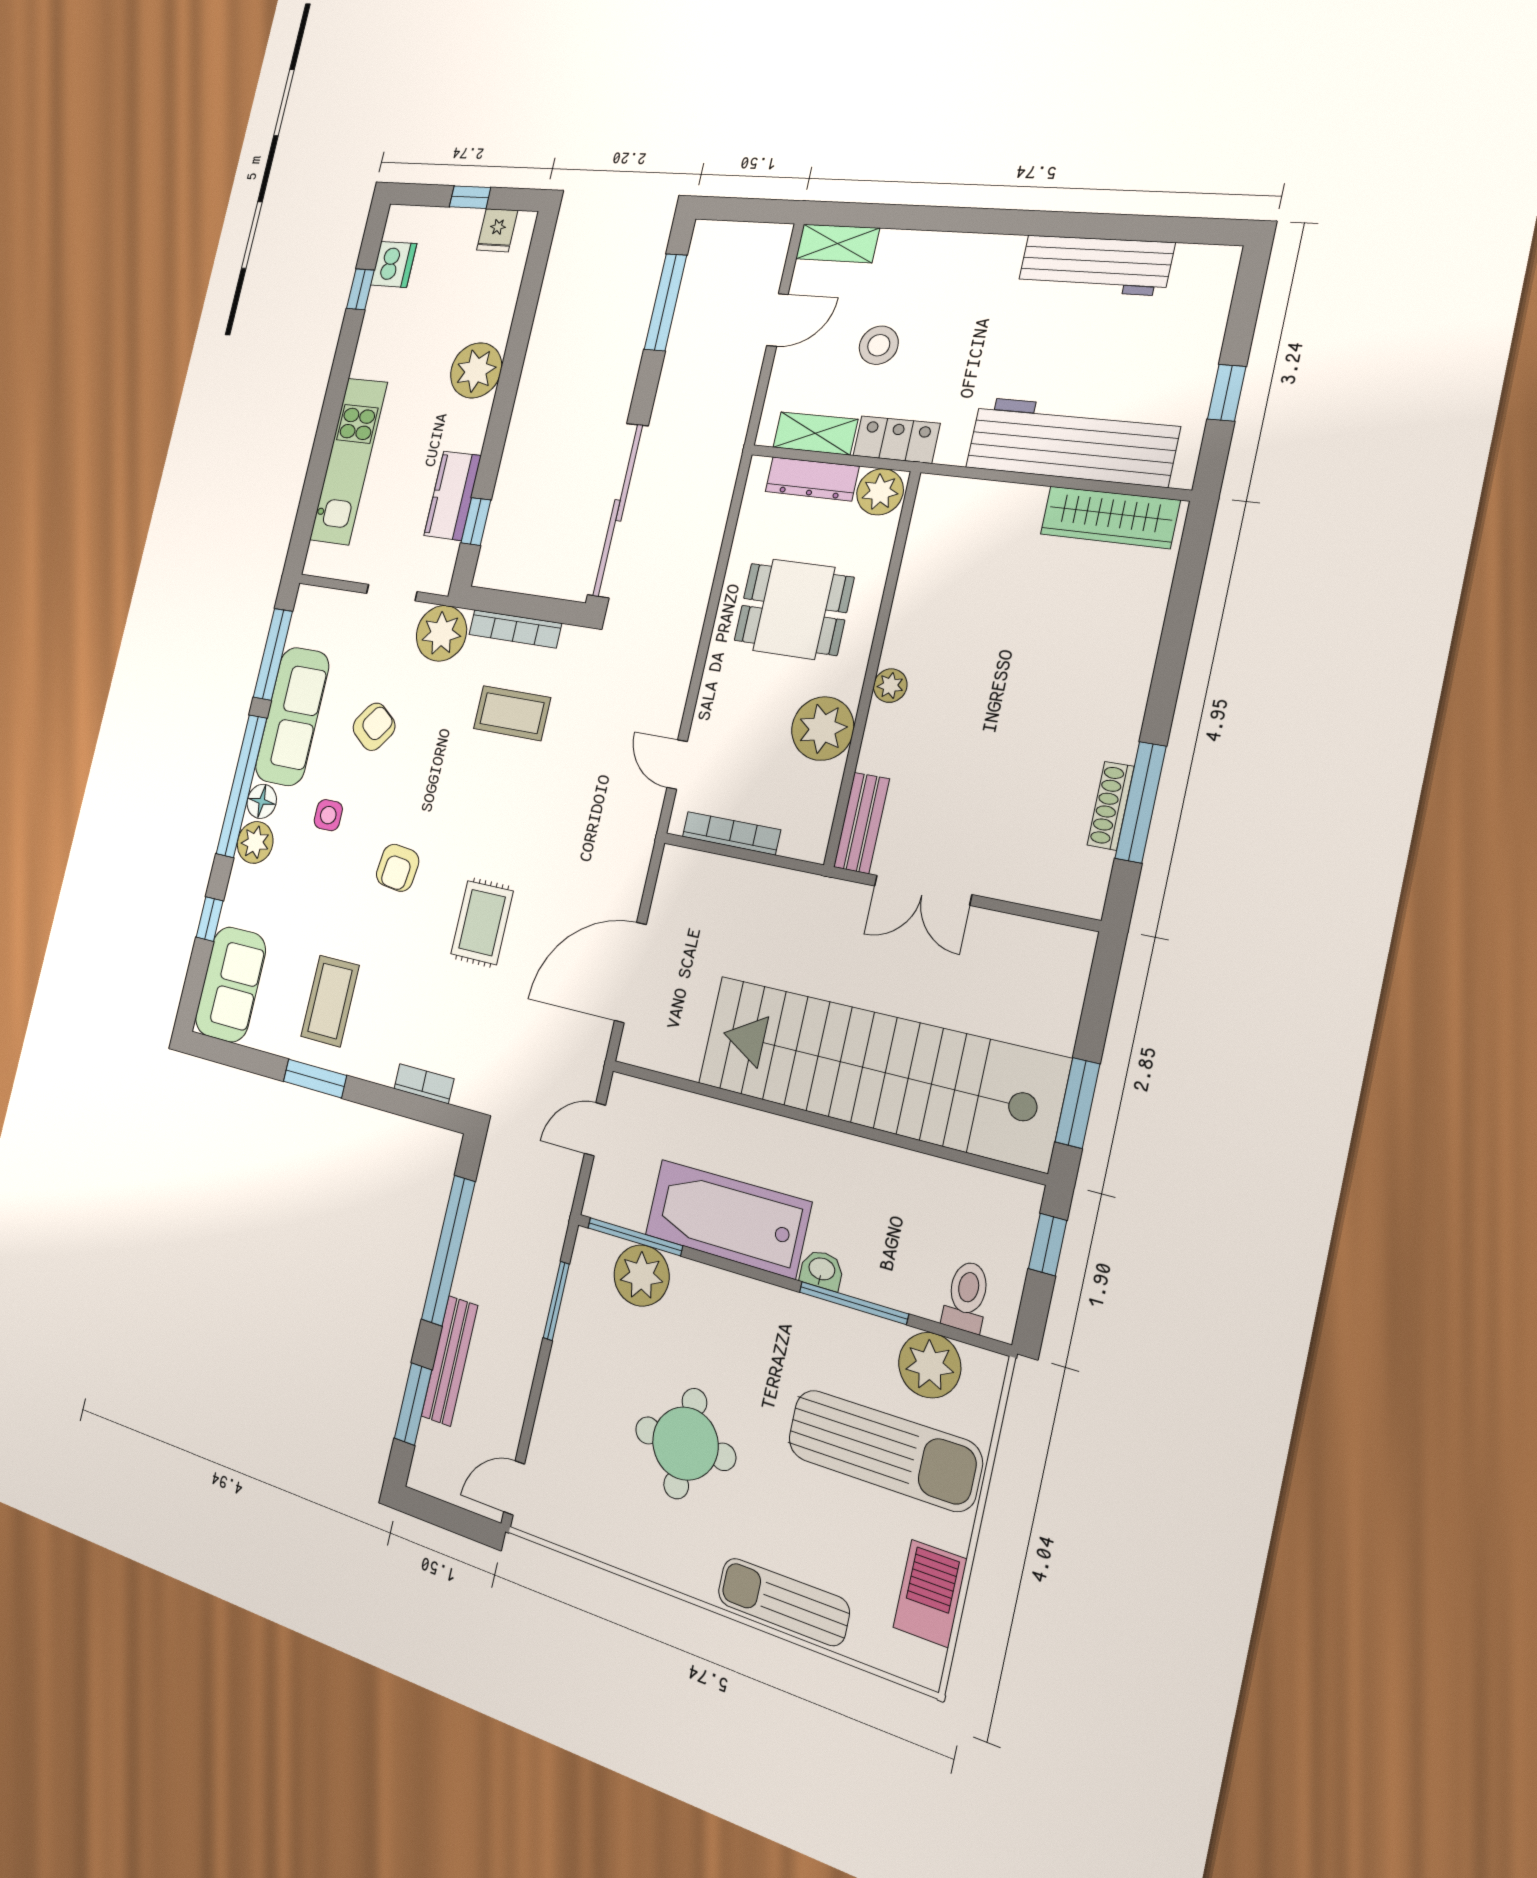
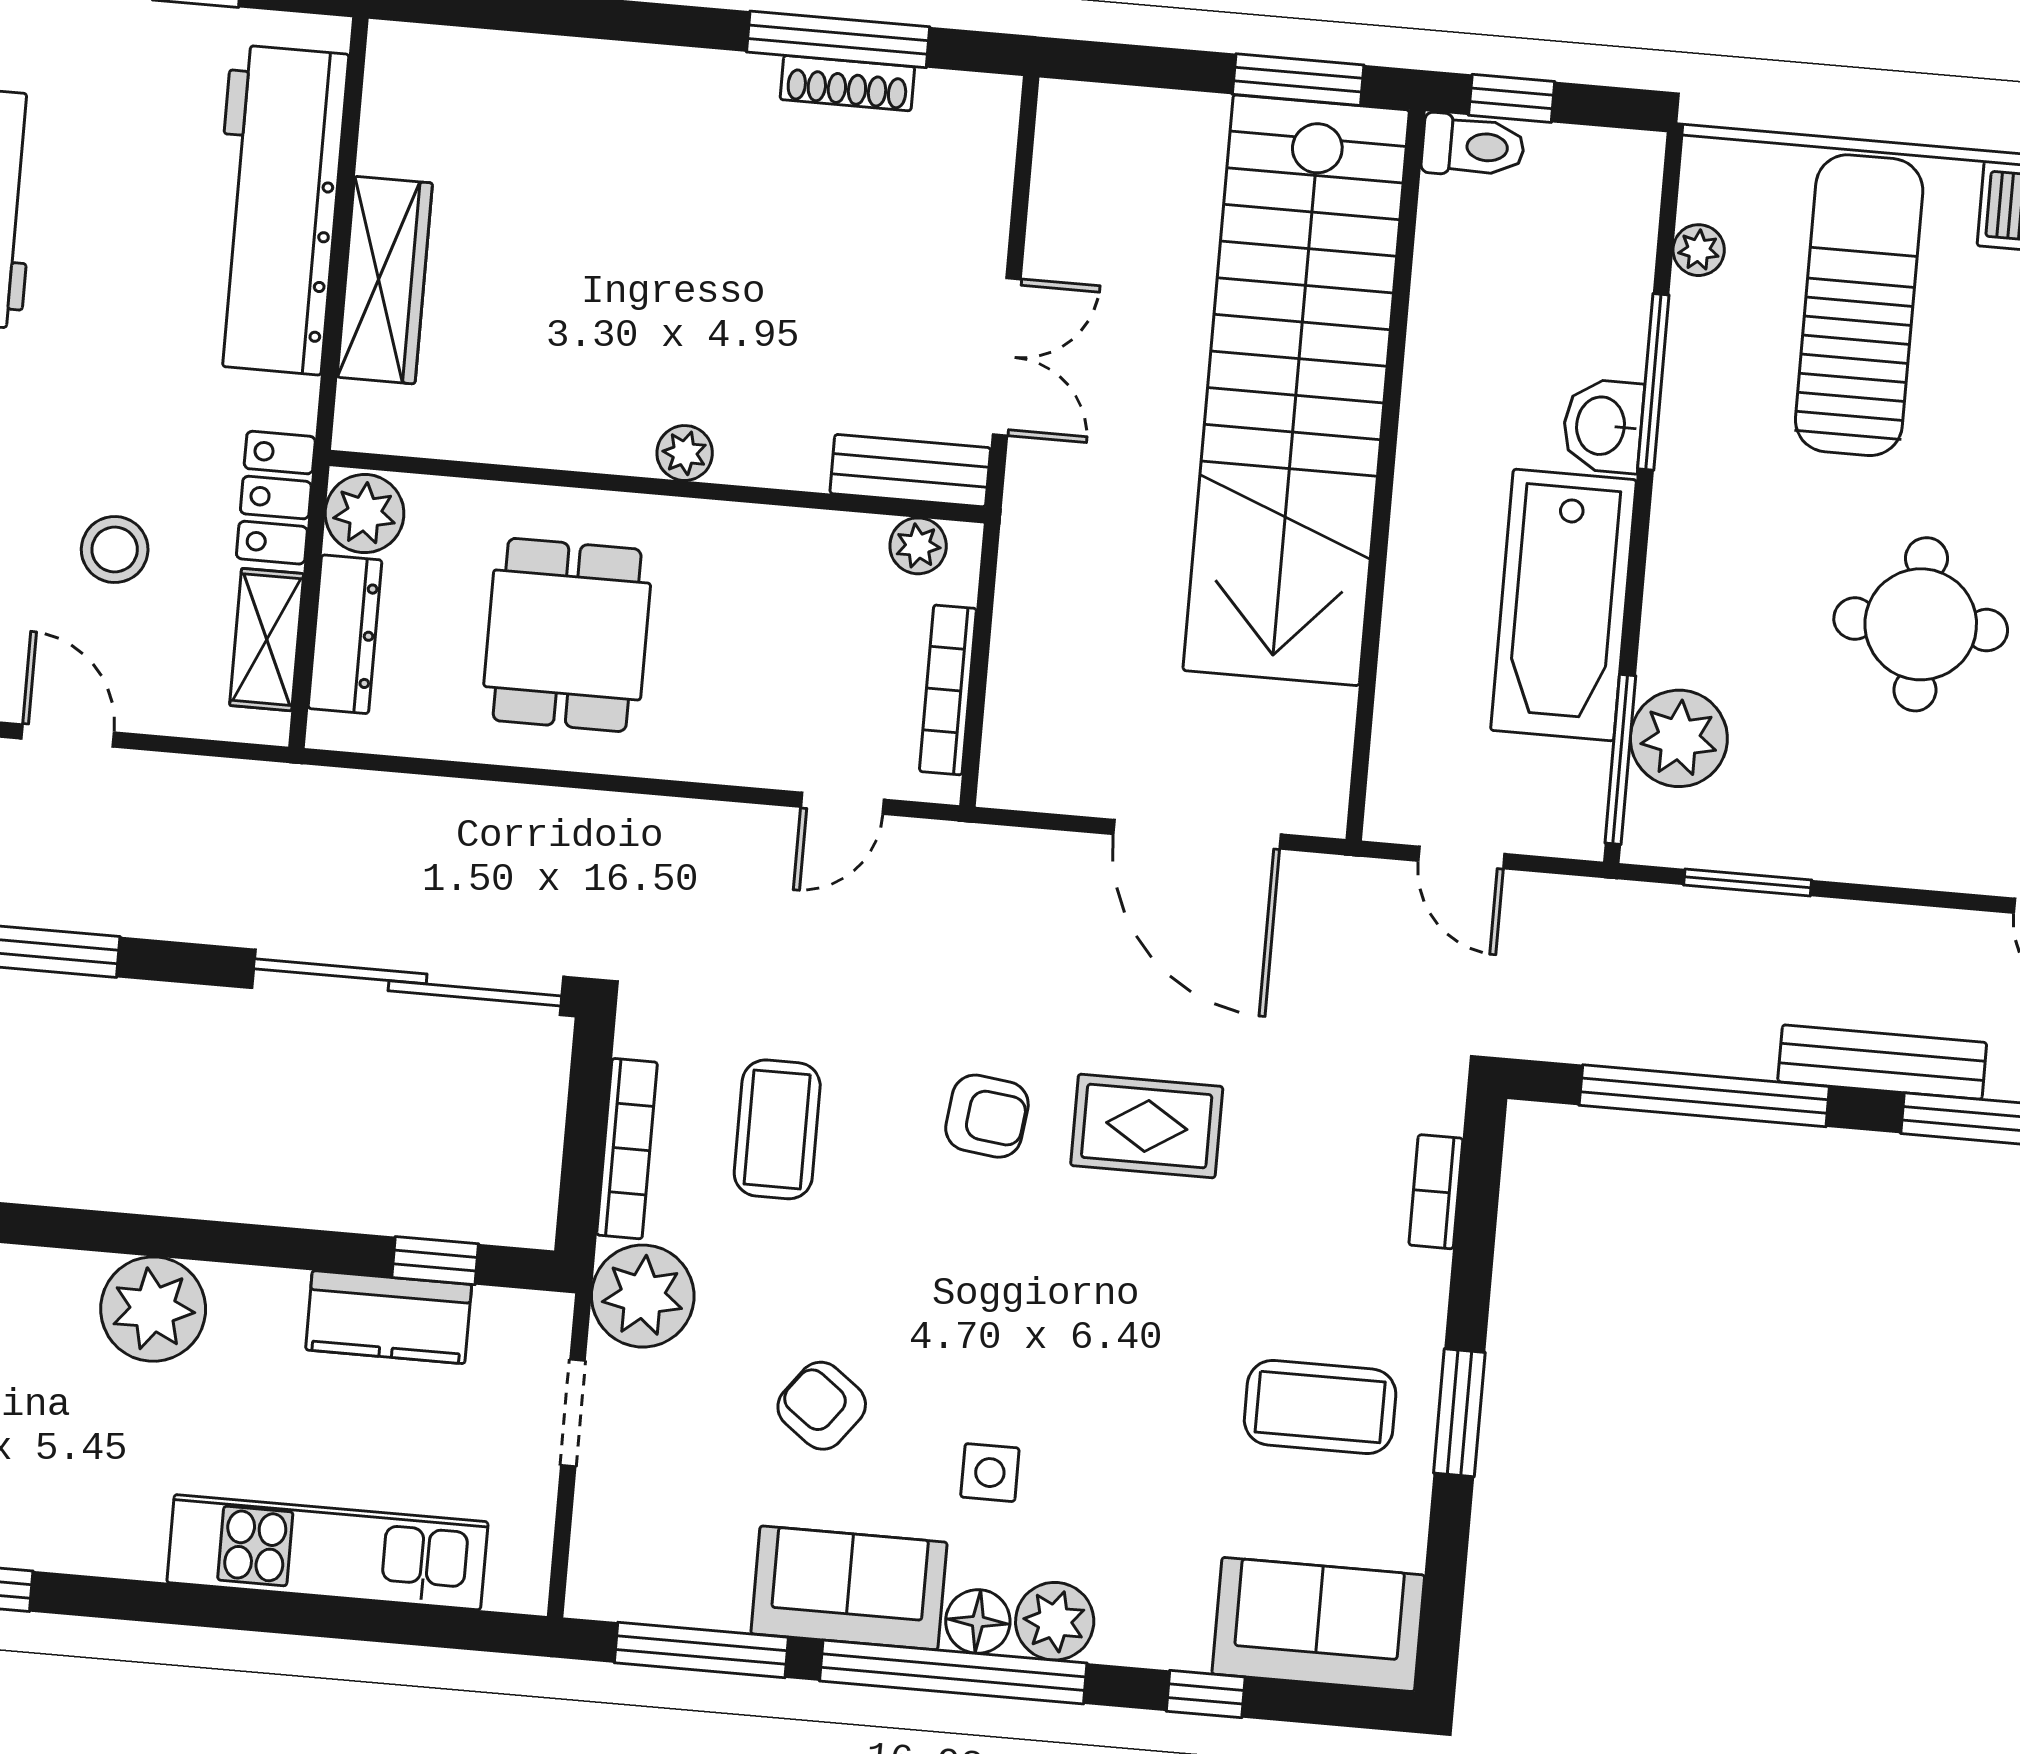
wardrobe: (1110, 517) -> (385, 280), moved
sofa: (292, 716) -> (849, 1588), width x0.73
plant: (823, 729) -> (918, 546), moved, width x0.53, depth x0.53
armchair: (398, 868) -> (987, 1116), moved
washbasin: (822, 1270) -> (1603, 426), width x1.38, depth x1.45
toilet: (967, 1296) -> (1473, 146), moved, turned 180
plant: (930, 1365) -> (1699, 250), width x0.53, depth x0.53

